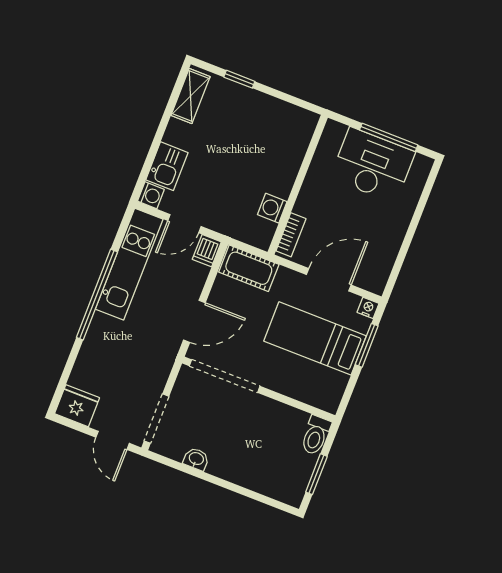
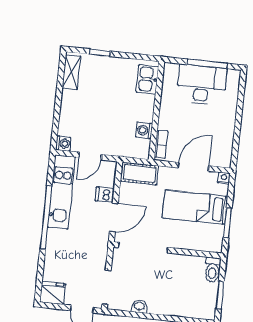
kitchen sink: (167, 166) -> (147, 79), moved, turned 180
dishwasher: (207, 251) -> (105, 195), moved, turned 90
window: (367, 345) -> (228, 223), moved

